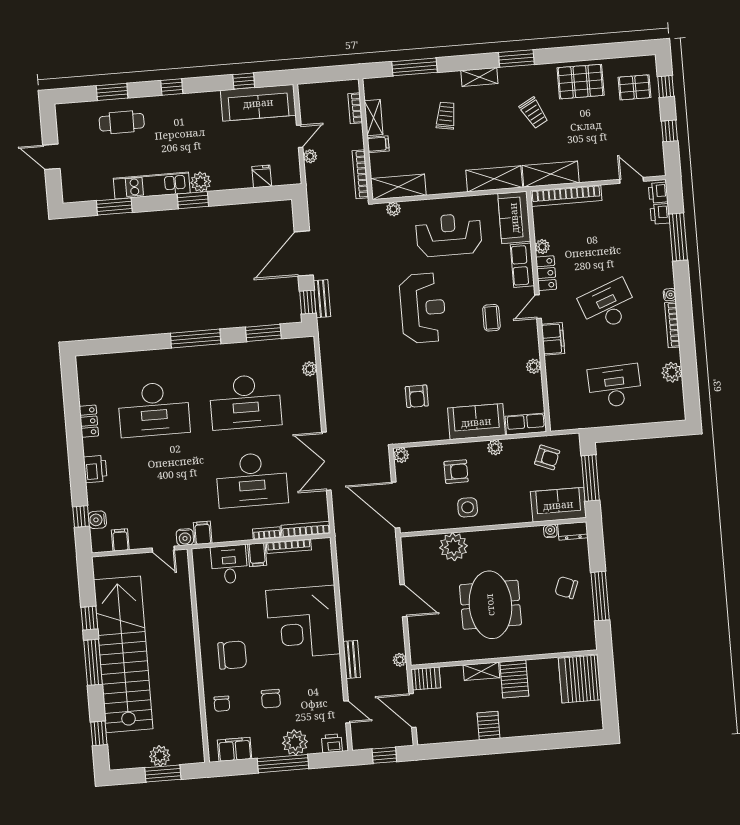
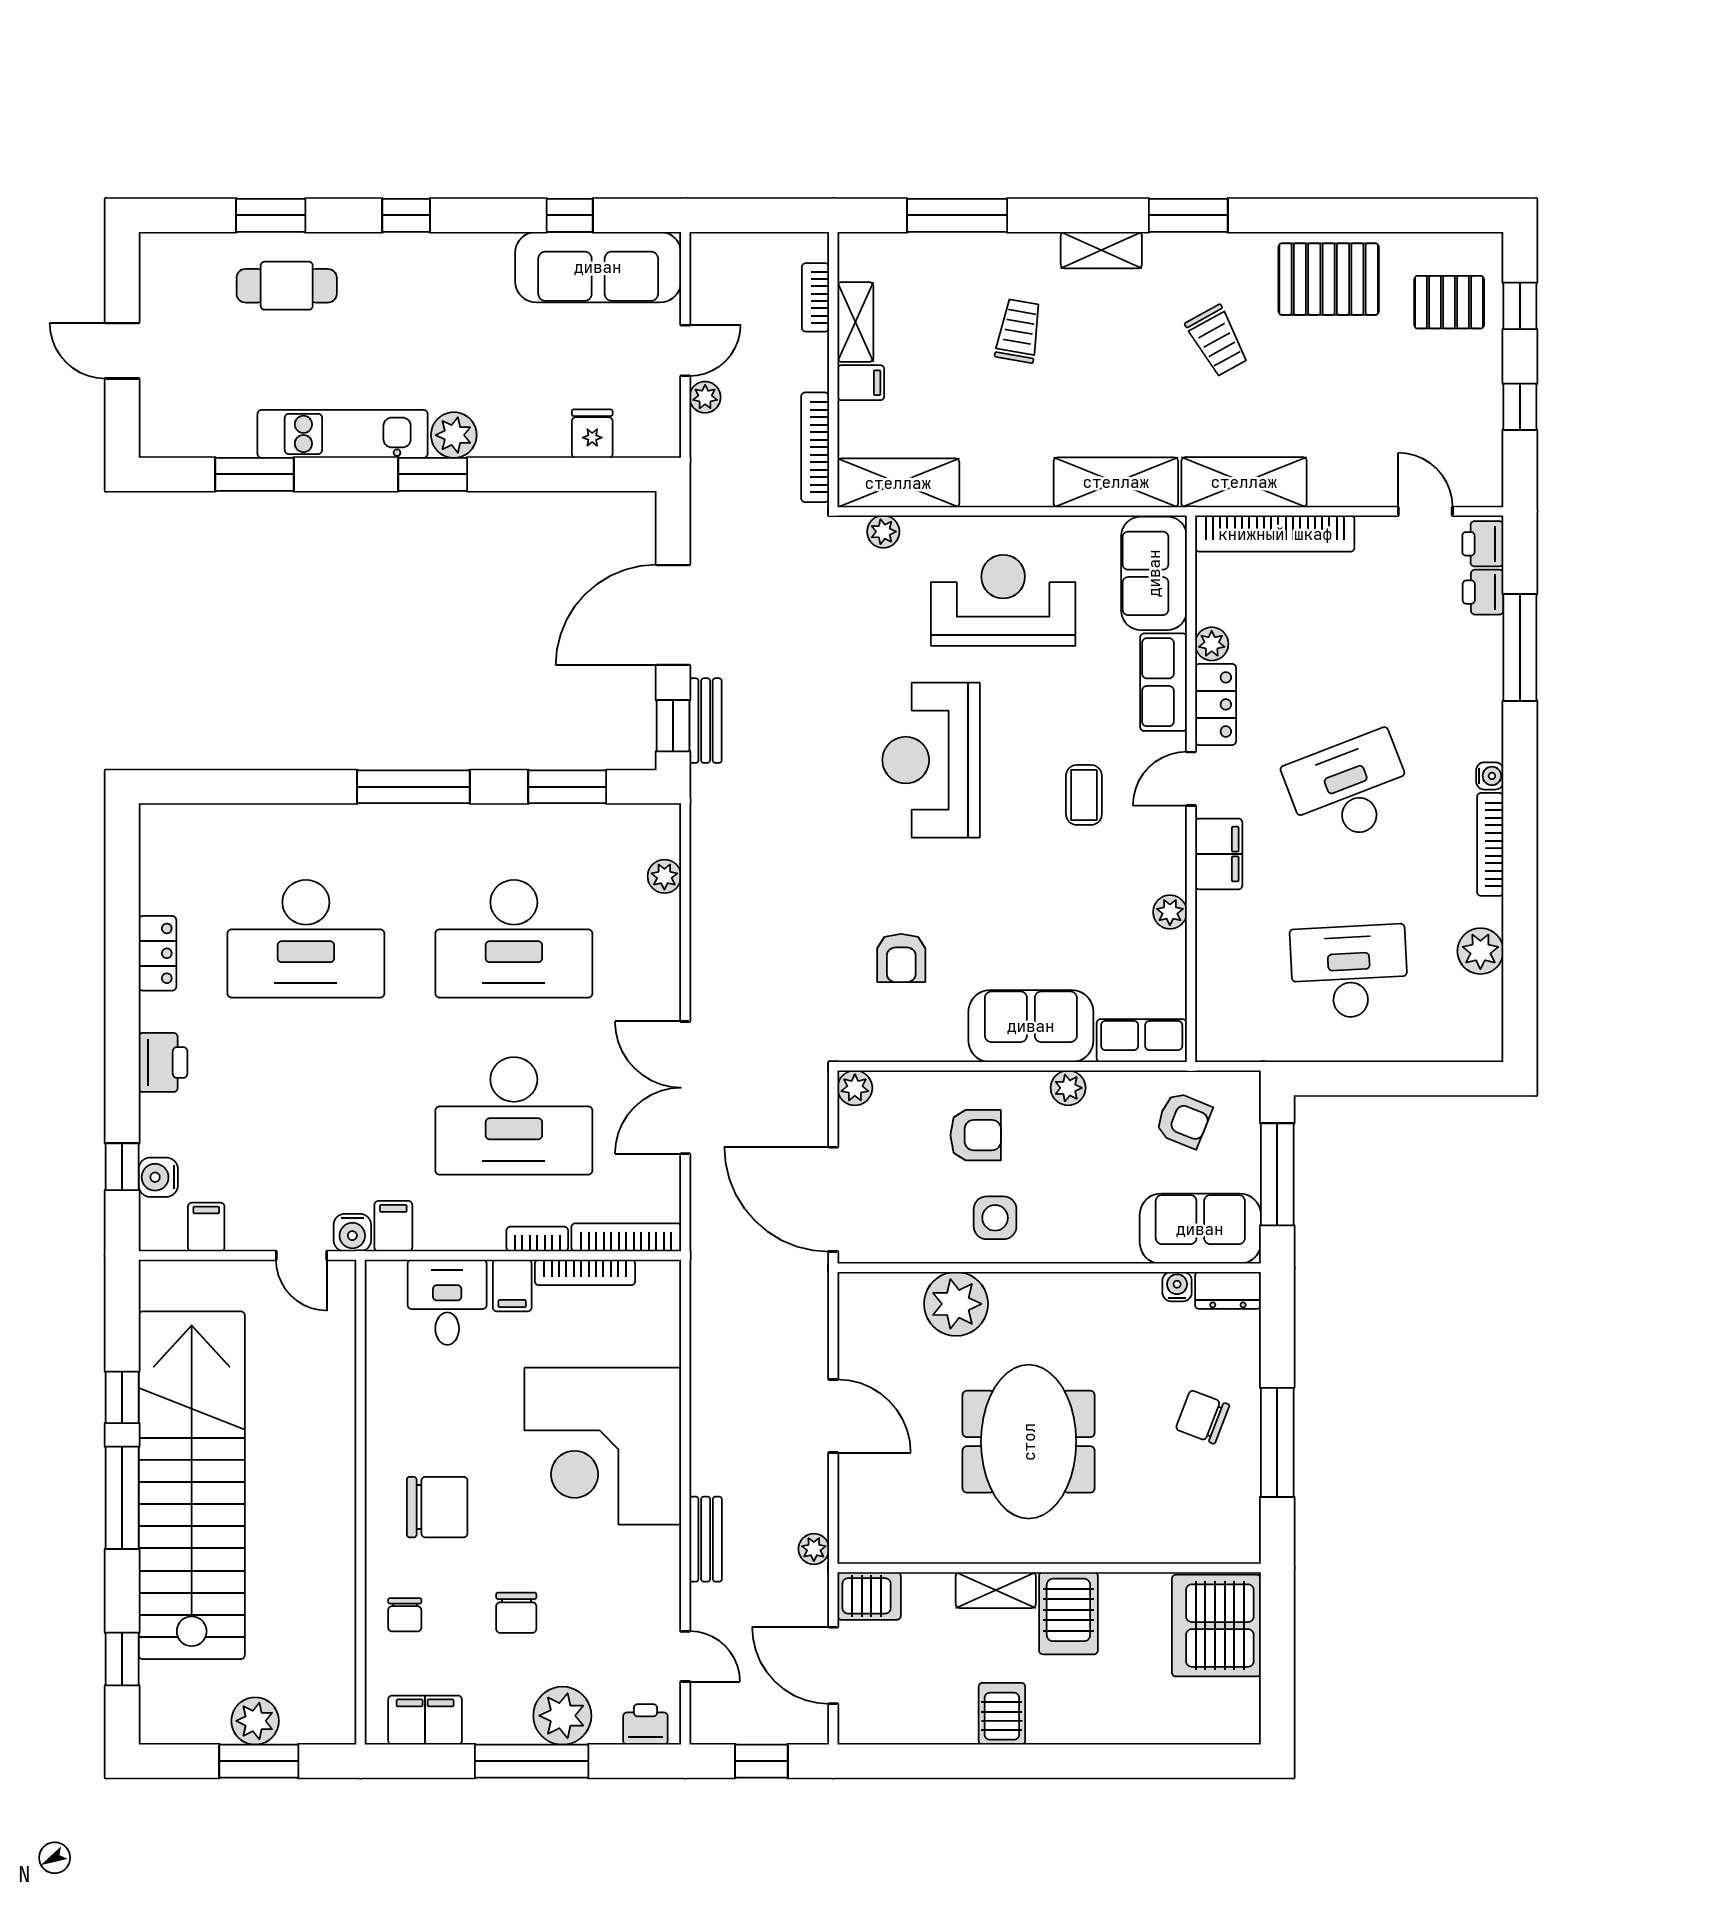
reception desk: (423, 308) -> (931, 760), turned 180

